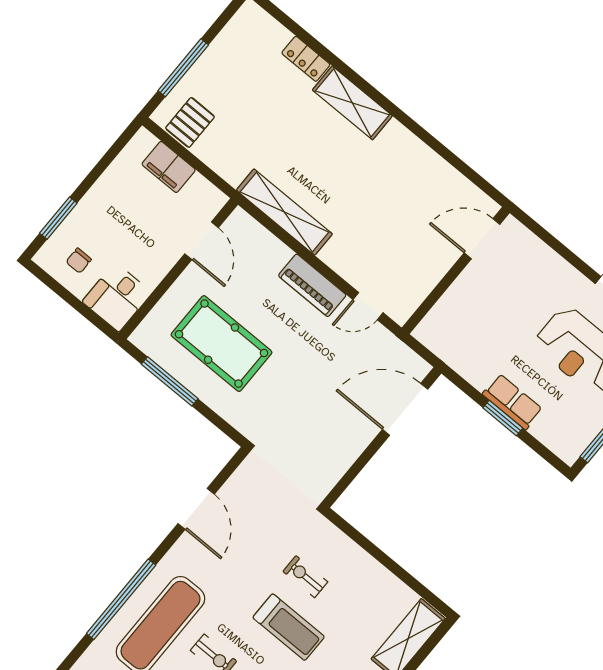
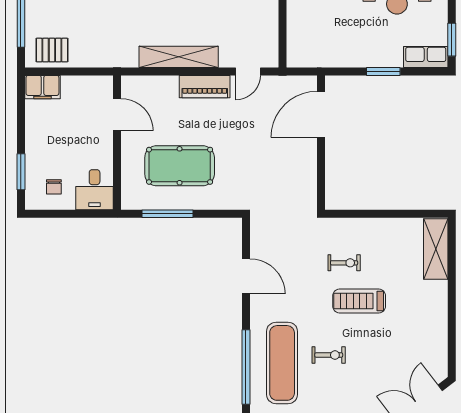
pallet: (190, 122) -> (52, 50), turned 90
filing cabinet: (169, 167) -> (42, 87), moved
shelving: (284, 212) -> (179, 57), moved
row of seats: (512, 402) -> (426, 57), moved
exercise bike: (305, 577) -> (344, 263), turned 180
treadmill: (289, 627) -> (359, 301), turned 180

